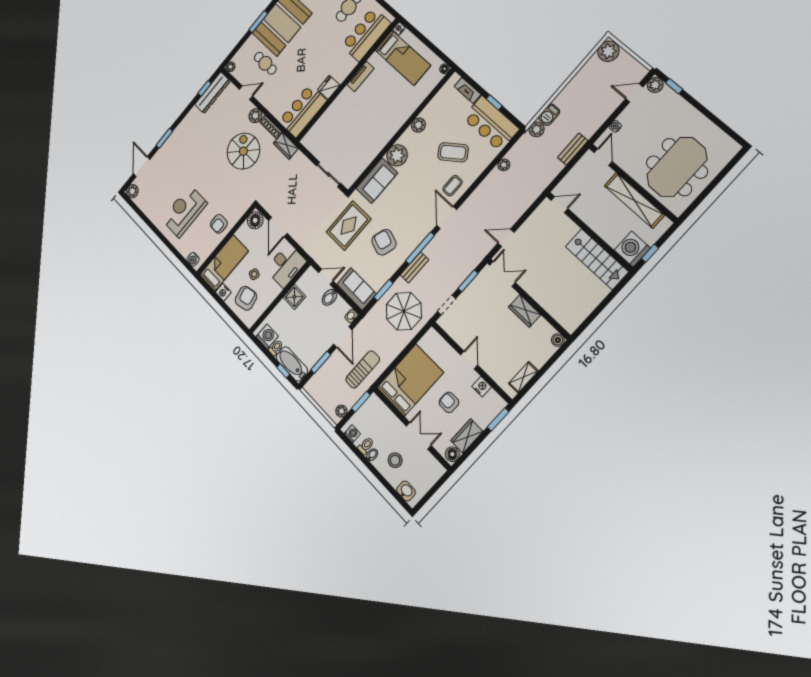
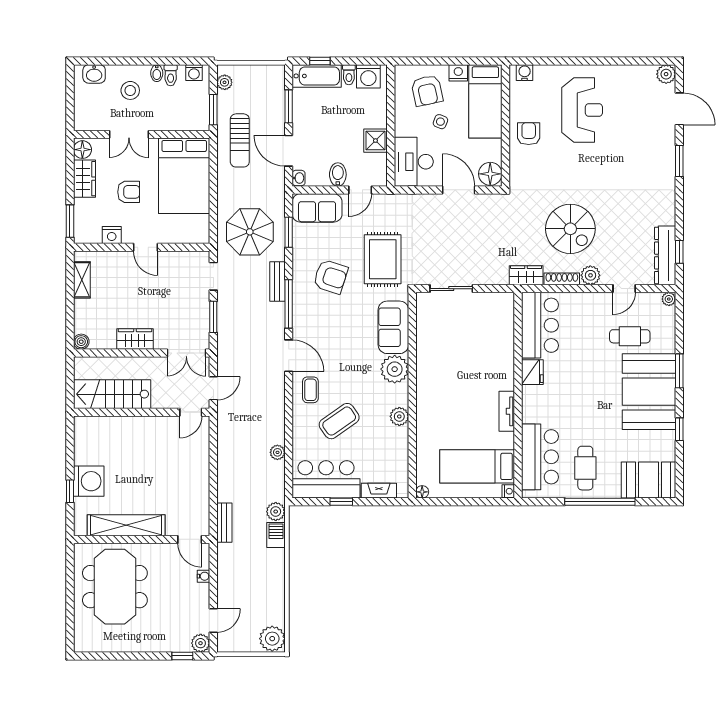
door: (559, 205) -> (191, 412), moved
wall: (589, 231) -> (142, 412), moved
stairs: (597, 259) -> (112, 394), moved

